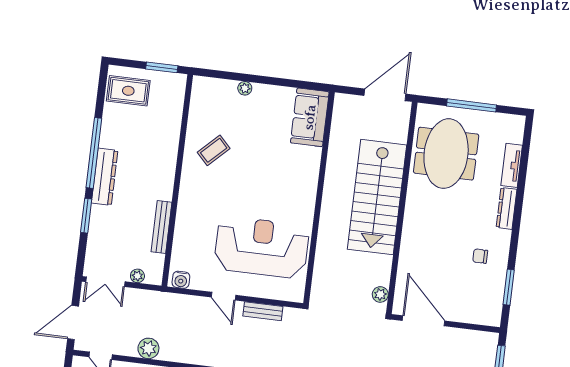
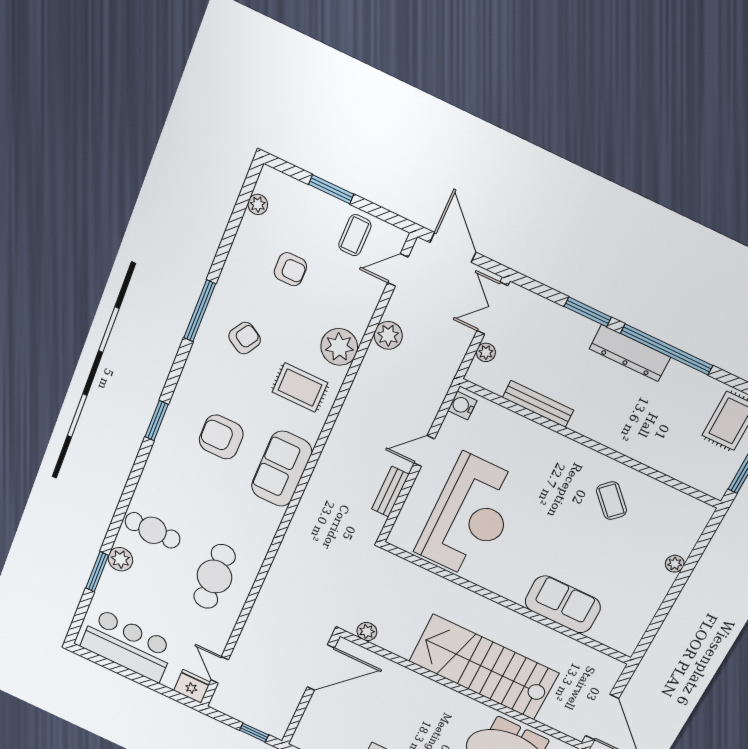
sofa: (310, 117) -> (563, 604), moved

